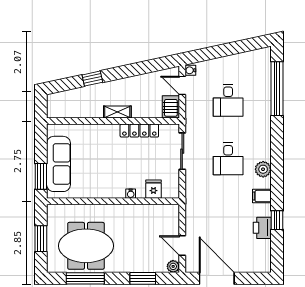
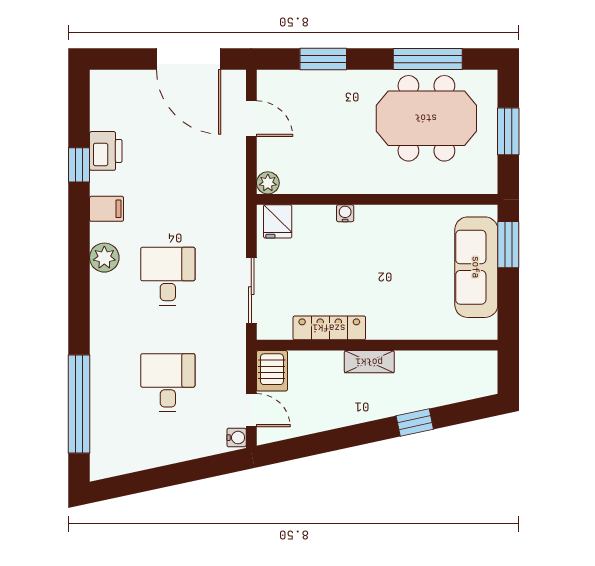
fridge: (153, 189) -> (278, 221), moved
plant: (173, 266) -> (268, 183), moved

